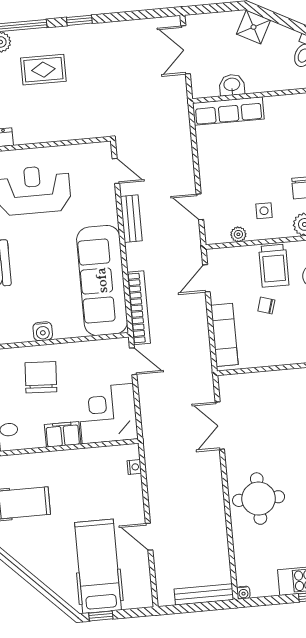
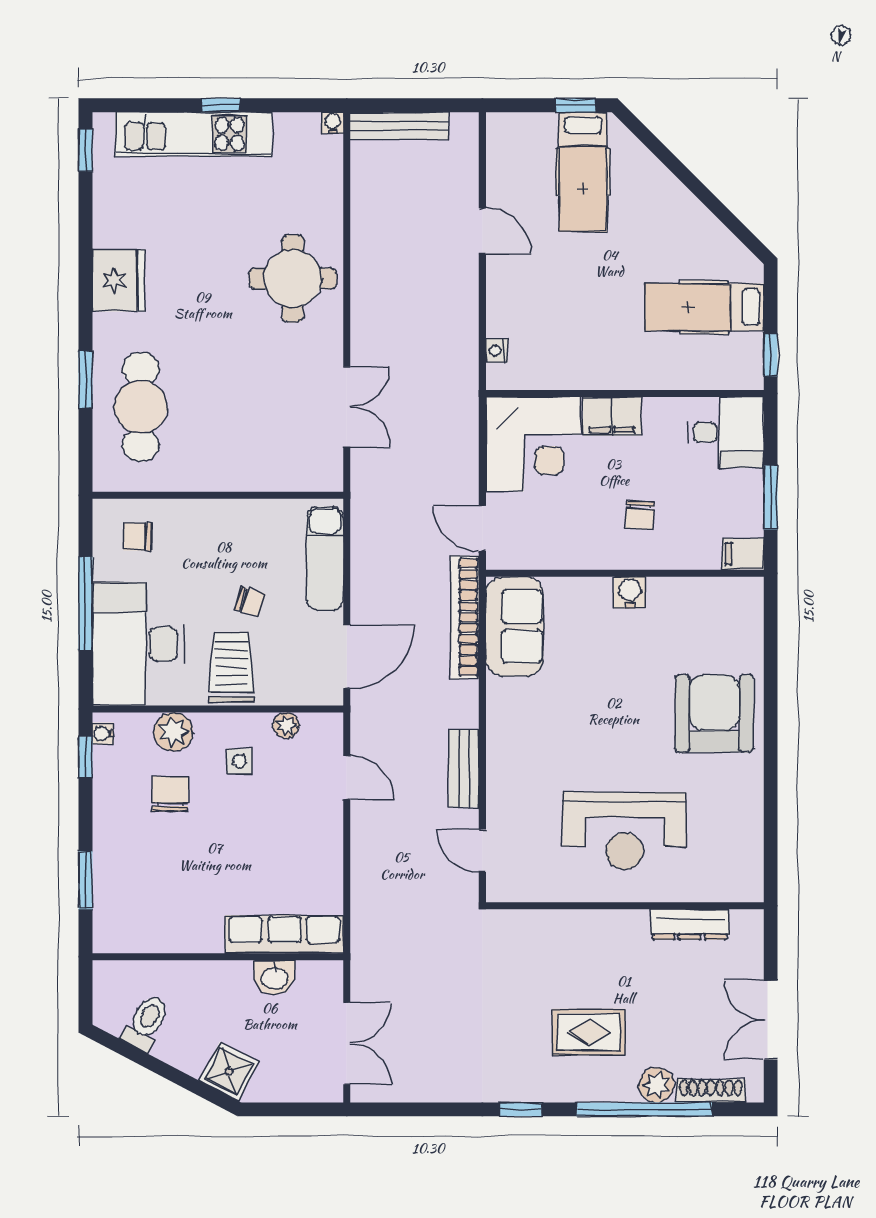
door: (206, 278) -> (347, 656), width x1.38
sofa: (102, 280) -> (515, 626), width x0.54, depth x0.79
chair: (41, 377) -> (640, 515), width x0.54, depth x0.54
hospital bed: (98, 566) -> (583, 172), width x0.73, depth x0.78

